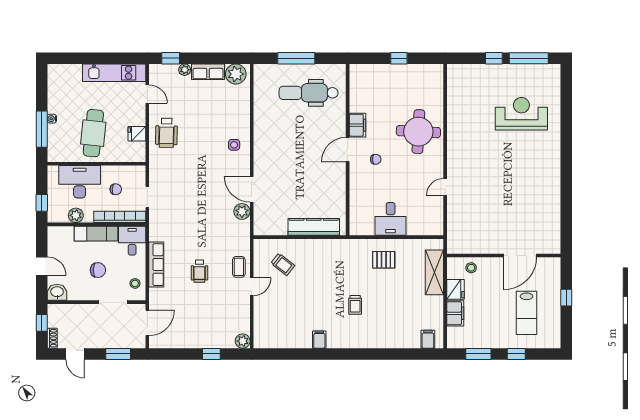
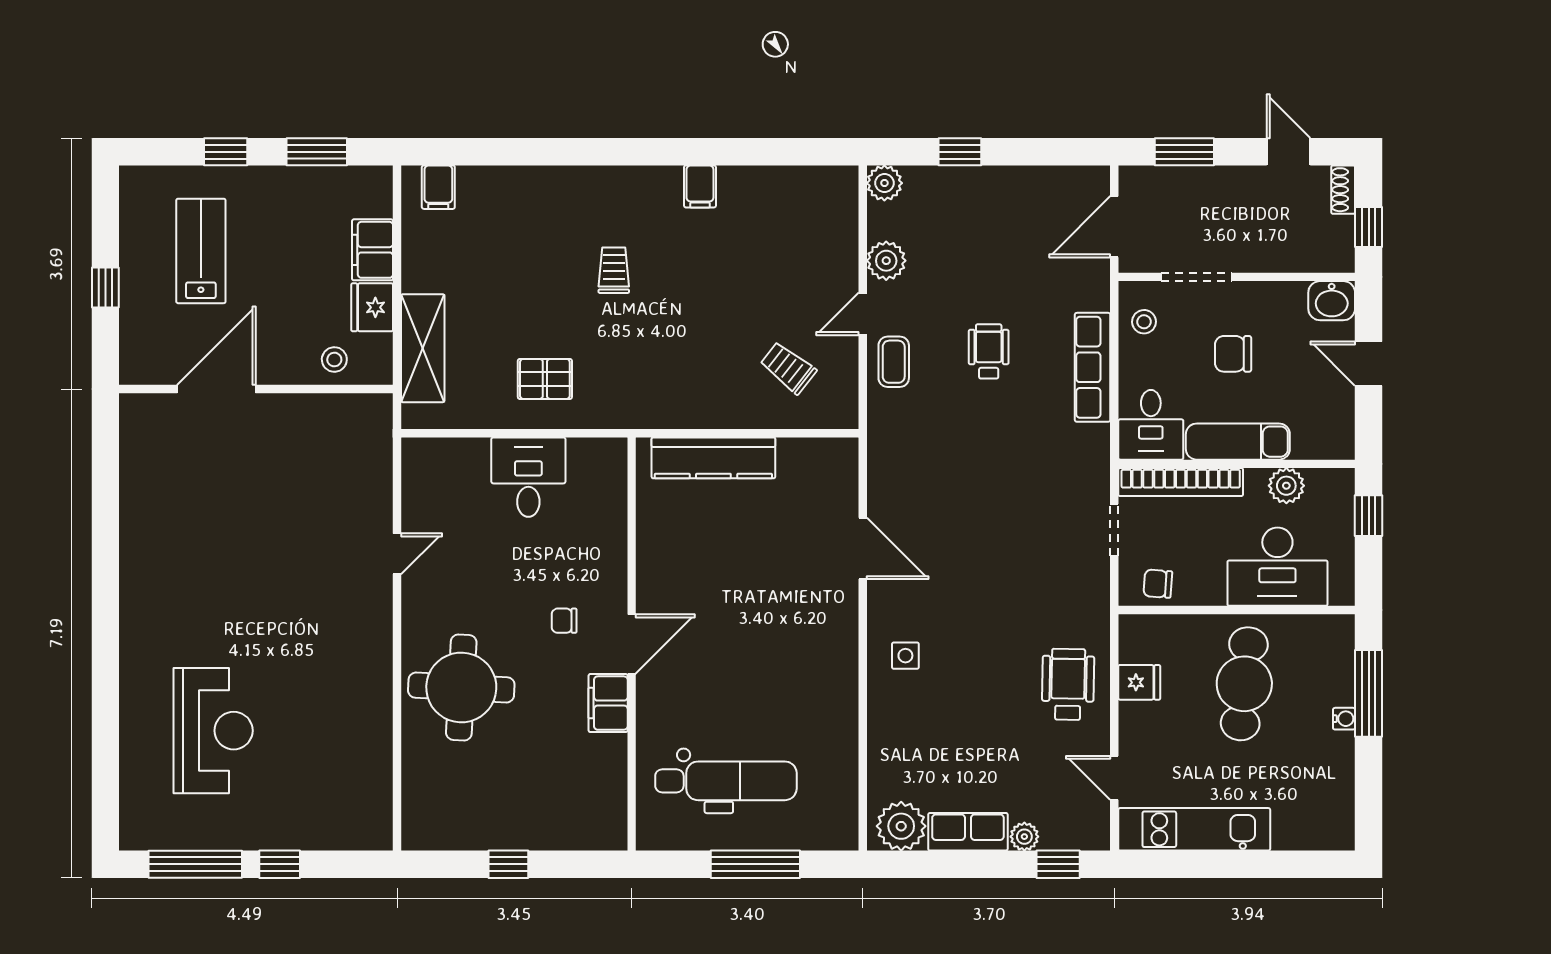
reception desk: (521, 114) -> (213, 731), turned -90
chair: (116, 189) -> (1158, 584), moved
plant: (242, 211) -> (886, 261), moved

